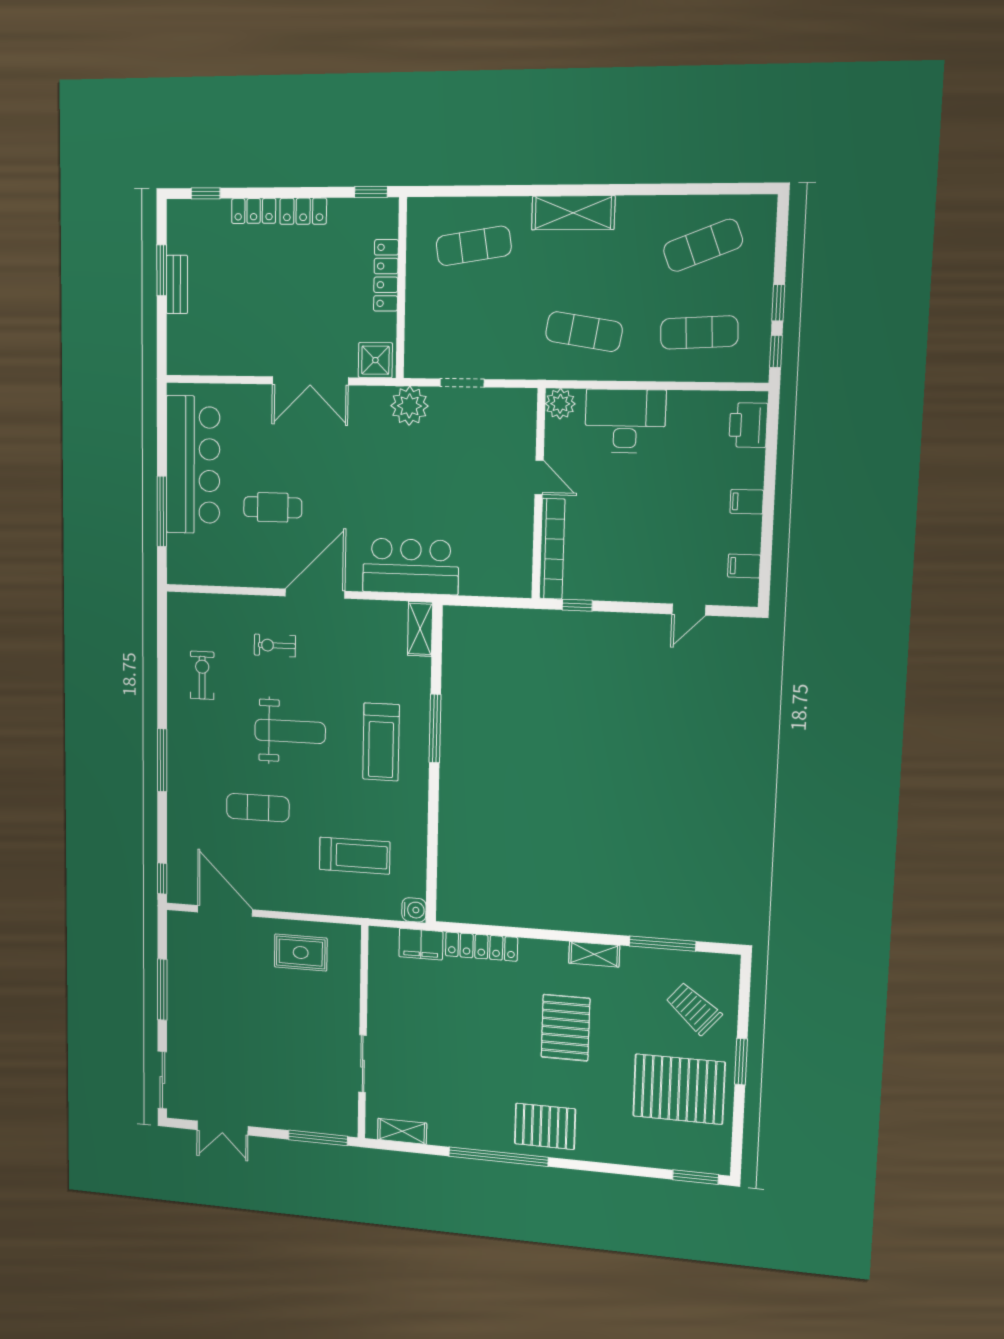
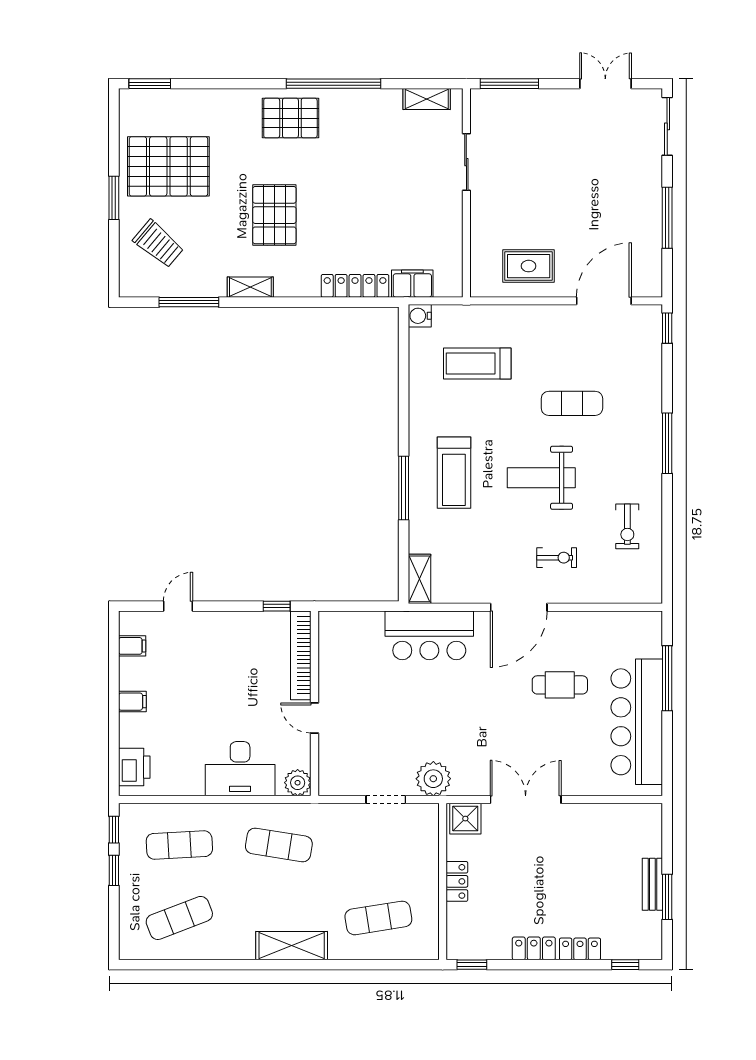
locker: (386, 275) -> (457, 881), width x0.66
treadmill: (381, 742) -> (454, 473), turned 180
door: (225, 911) -> (604, 301), swing flipped

